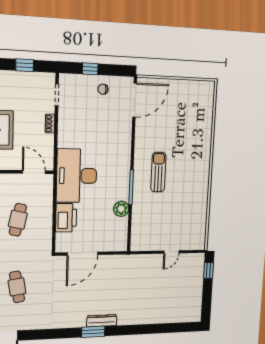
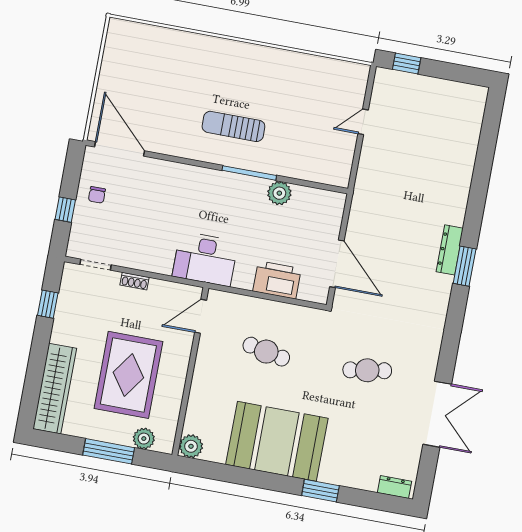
desk: (77, 176) -> (205, 259), width x0.73, depth x0.77
door: (171, 252) -> (363, 122), swing flipped

